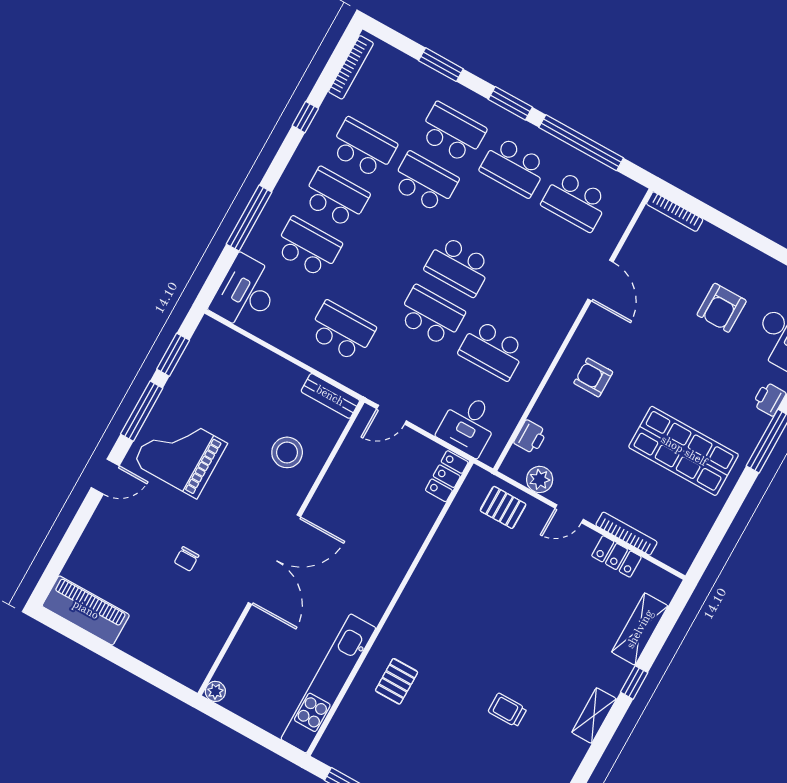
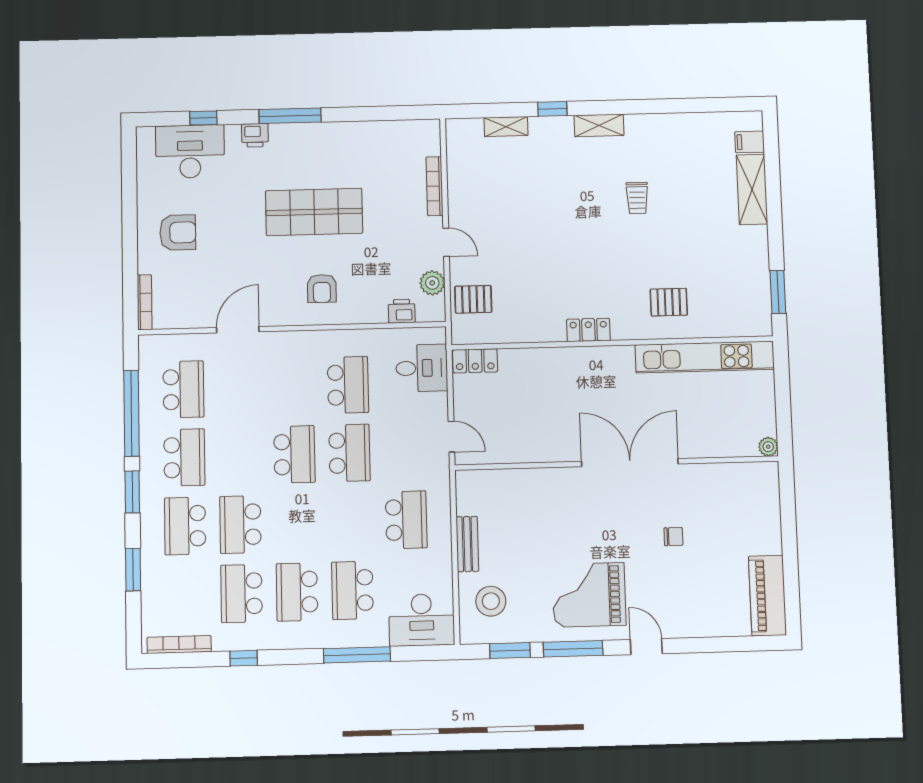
armchair: (722, 308) -> (178, 233), moved
school desk: (431, 316) -> (349, 453), turned 180
school desk: (342, 331) -> (406, 520), turned 180
bench: (330, 396) -> (467, 544), moved
shop shelf: (684, 451) -> (314, 212), moved, turned 90
stool: (287, 452) -> (491, 601), moved
grand piano: (180, 453) -> (589, 595), turned 90
pallet: (503, 507) -> (473, 299), turned 90
locker: (616, 556) -> (588, 330), moved, turned -90
shelving: (640, 629) -> (506, 127), width x0.67, depth x0.75

